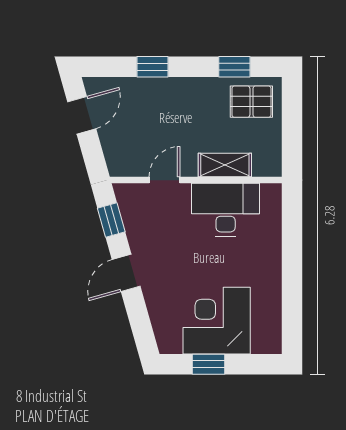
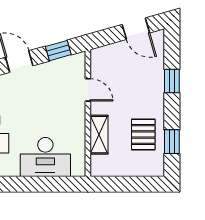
pallet: (251, 102) -> (143, 134), moved
desk: (226, 210) -> (45, 157), moved, turned 90

